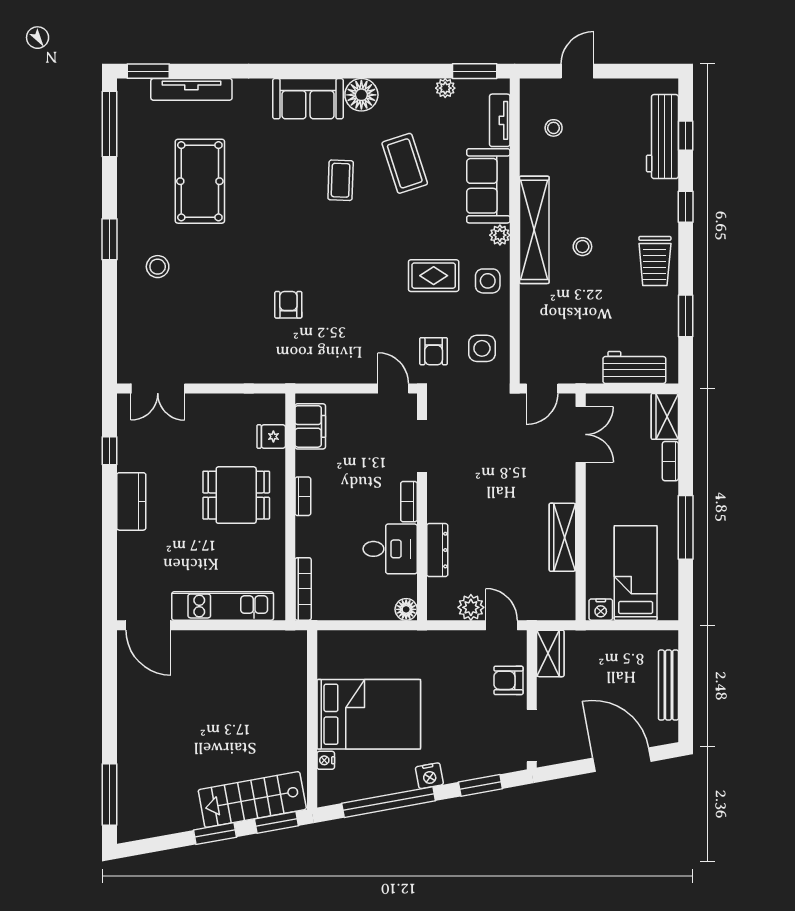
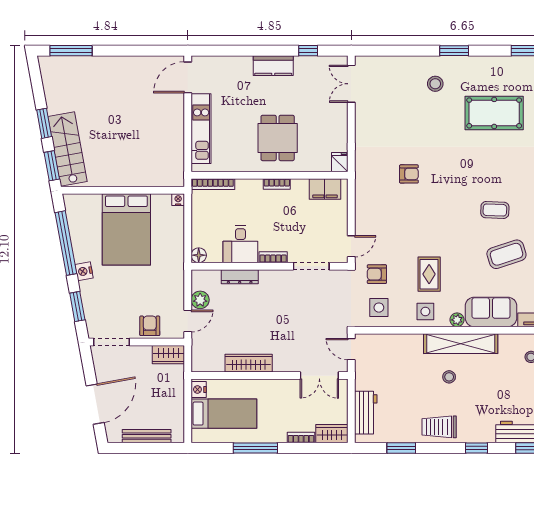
fridge: (271, 437) -> (340, 162), moved
nightstand: (326, 760) -> (178, 200), moved

